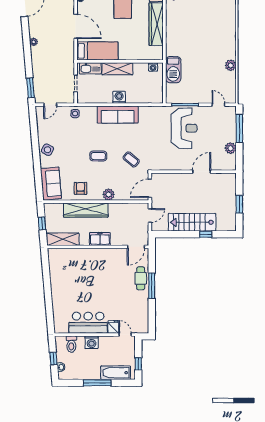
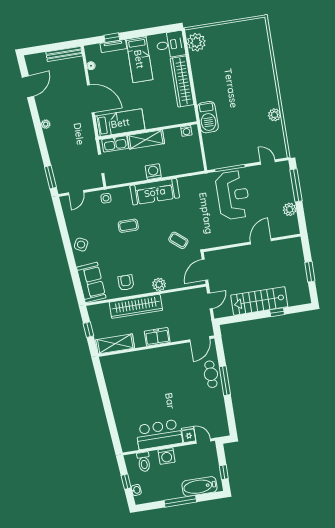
barbecue: (173, 70) -> (208, 117), moved
coffee table: (98, 156) -> (128, 226), moved

